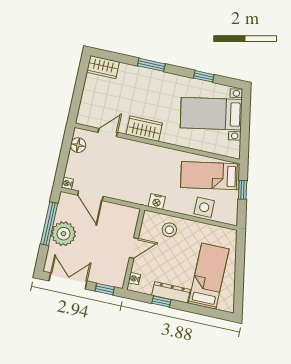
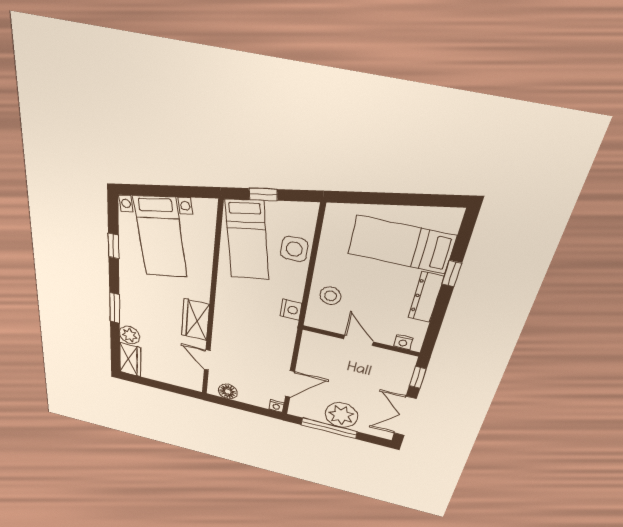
plant: (127, 72) -> (130, 335), added
window: (161, 301) -> (452, 274), moved

